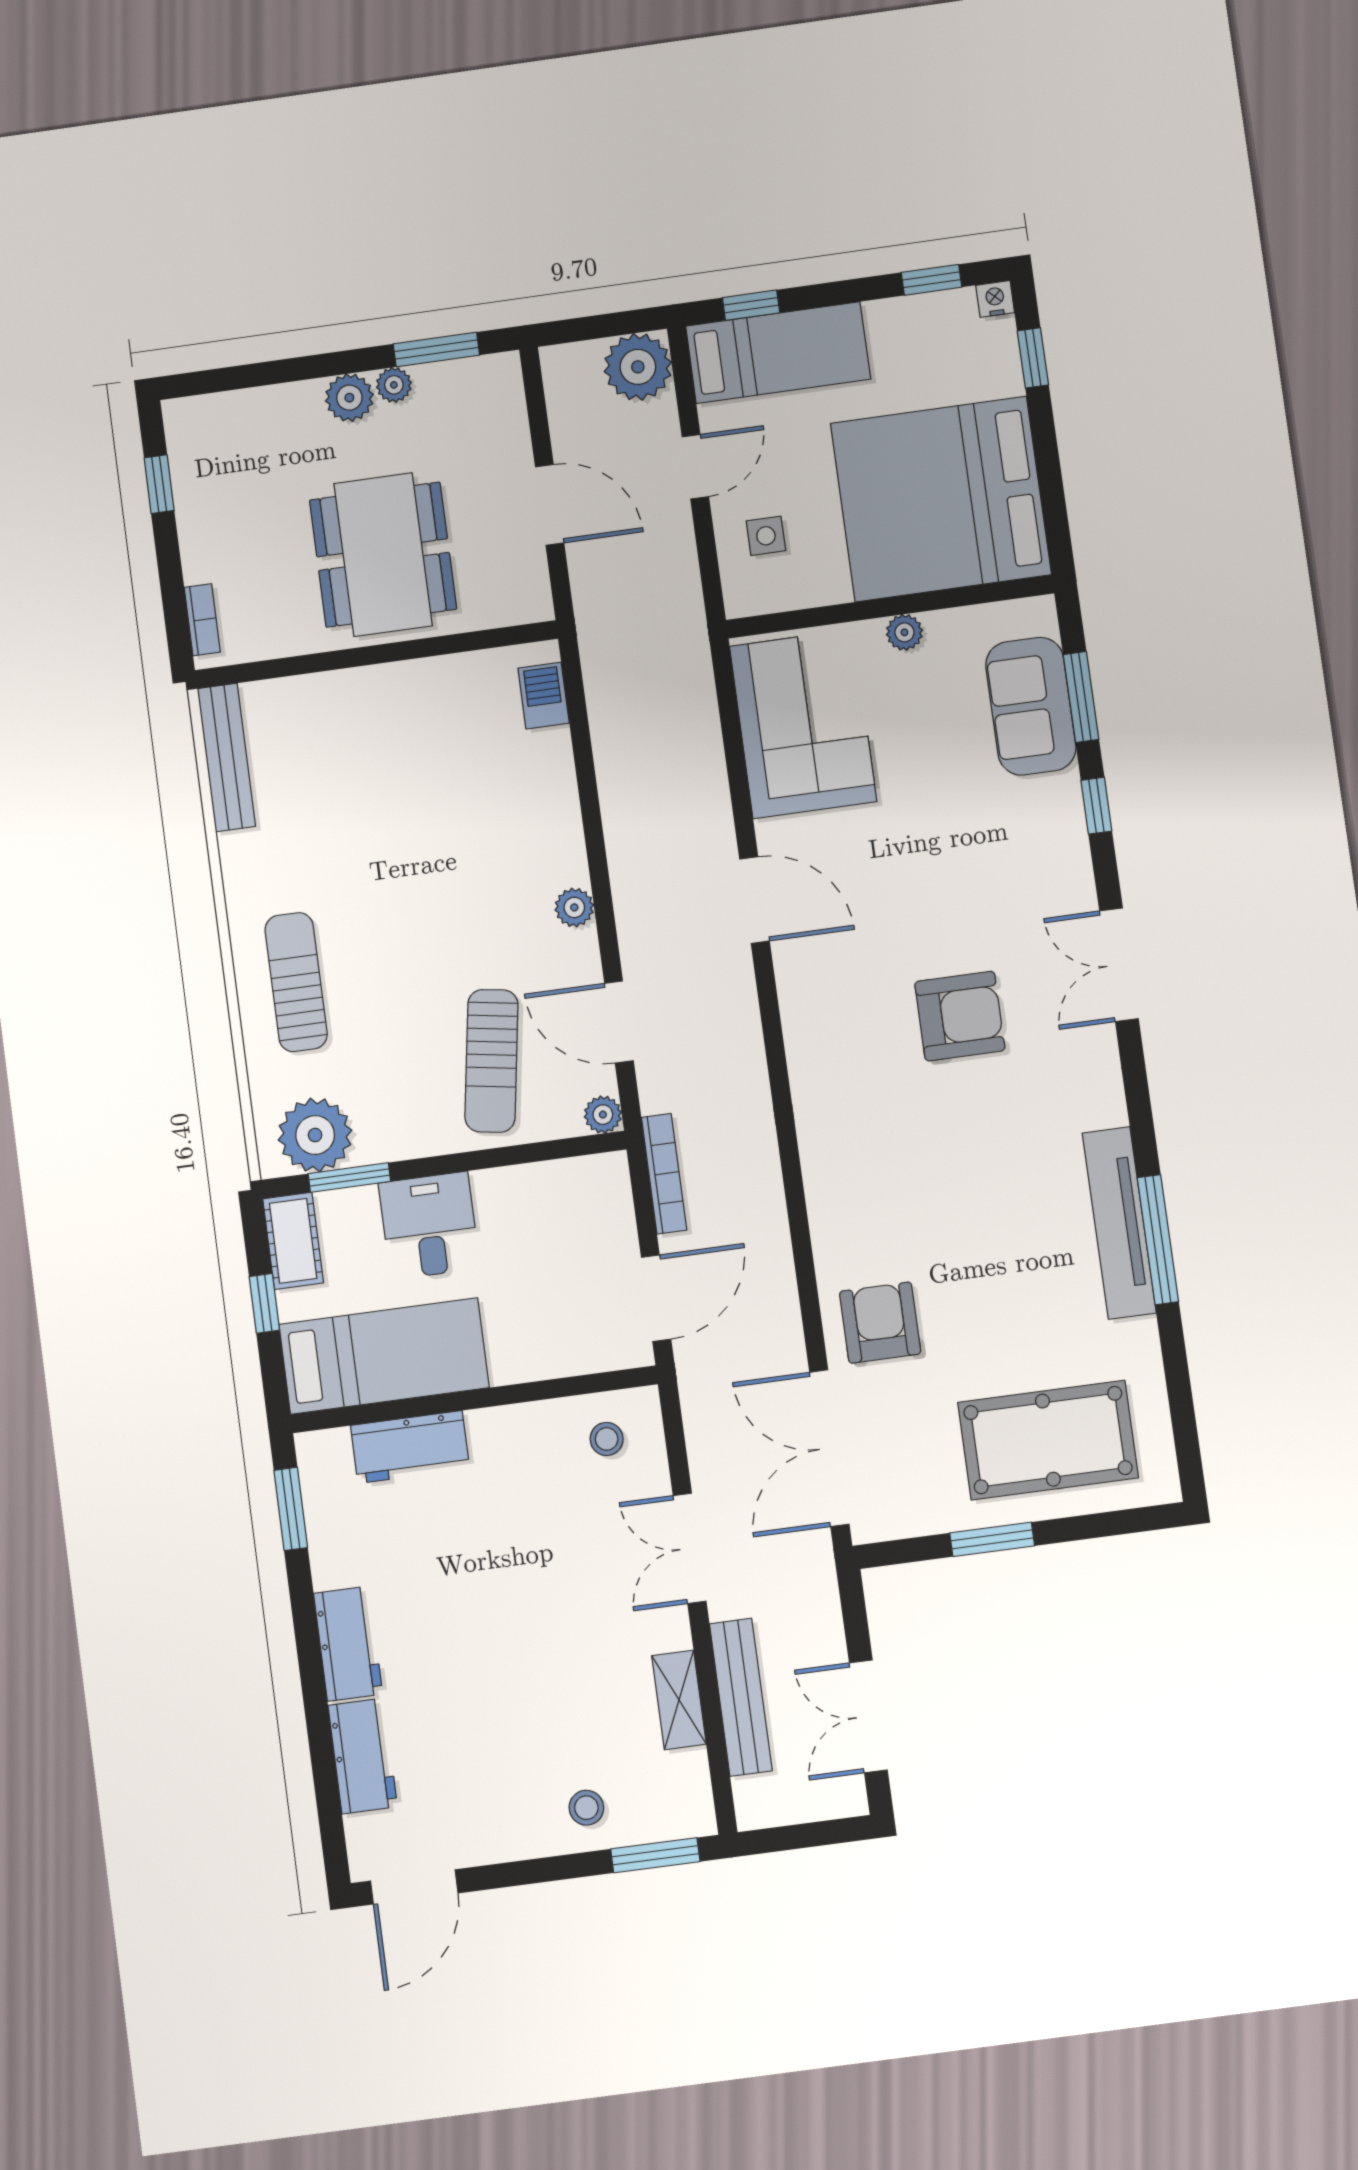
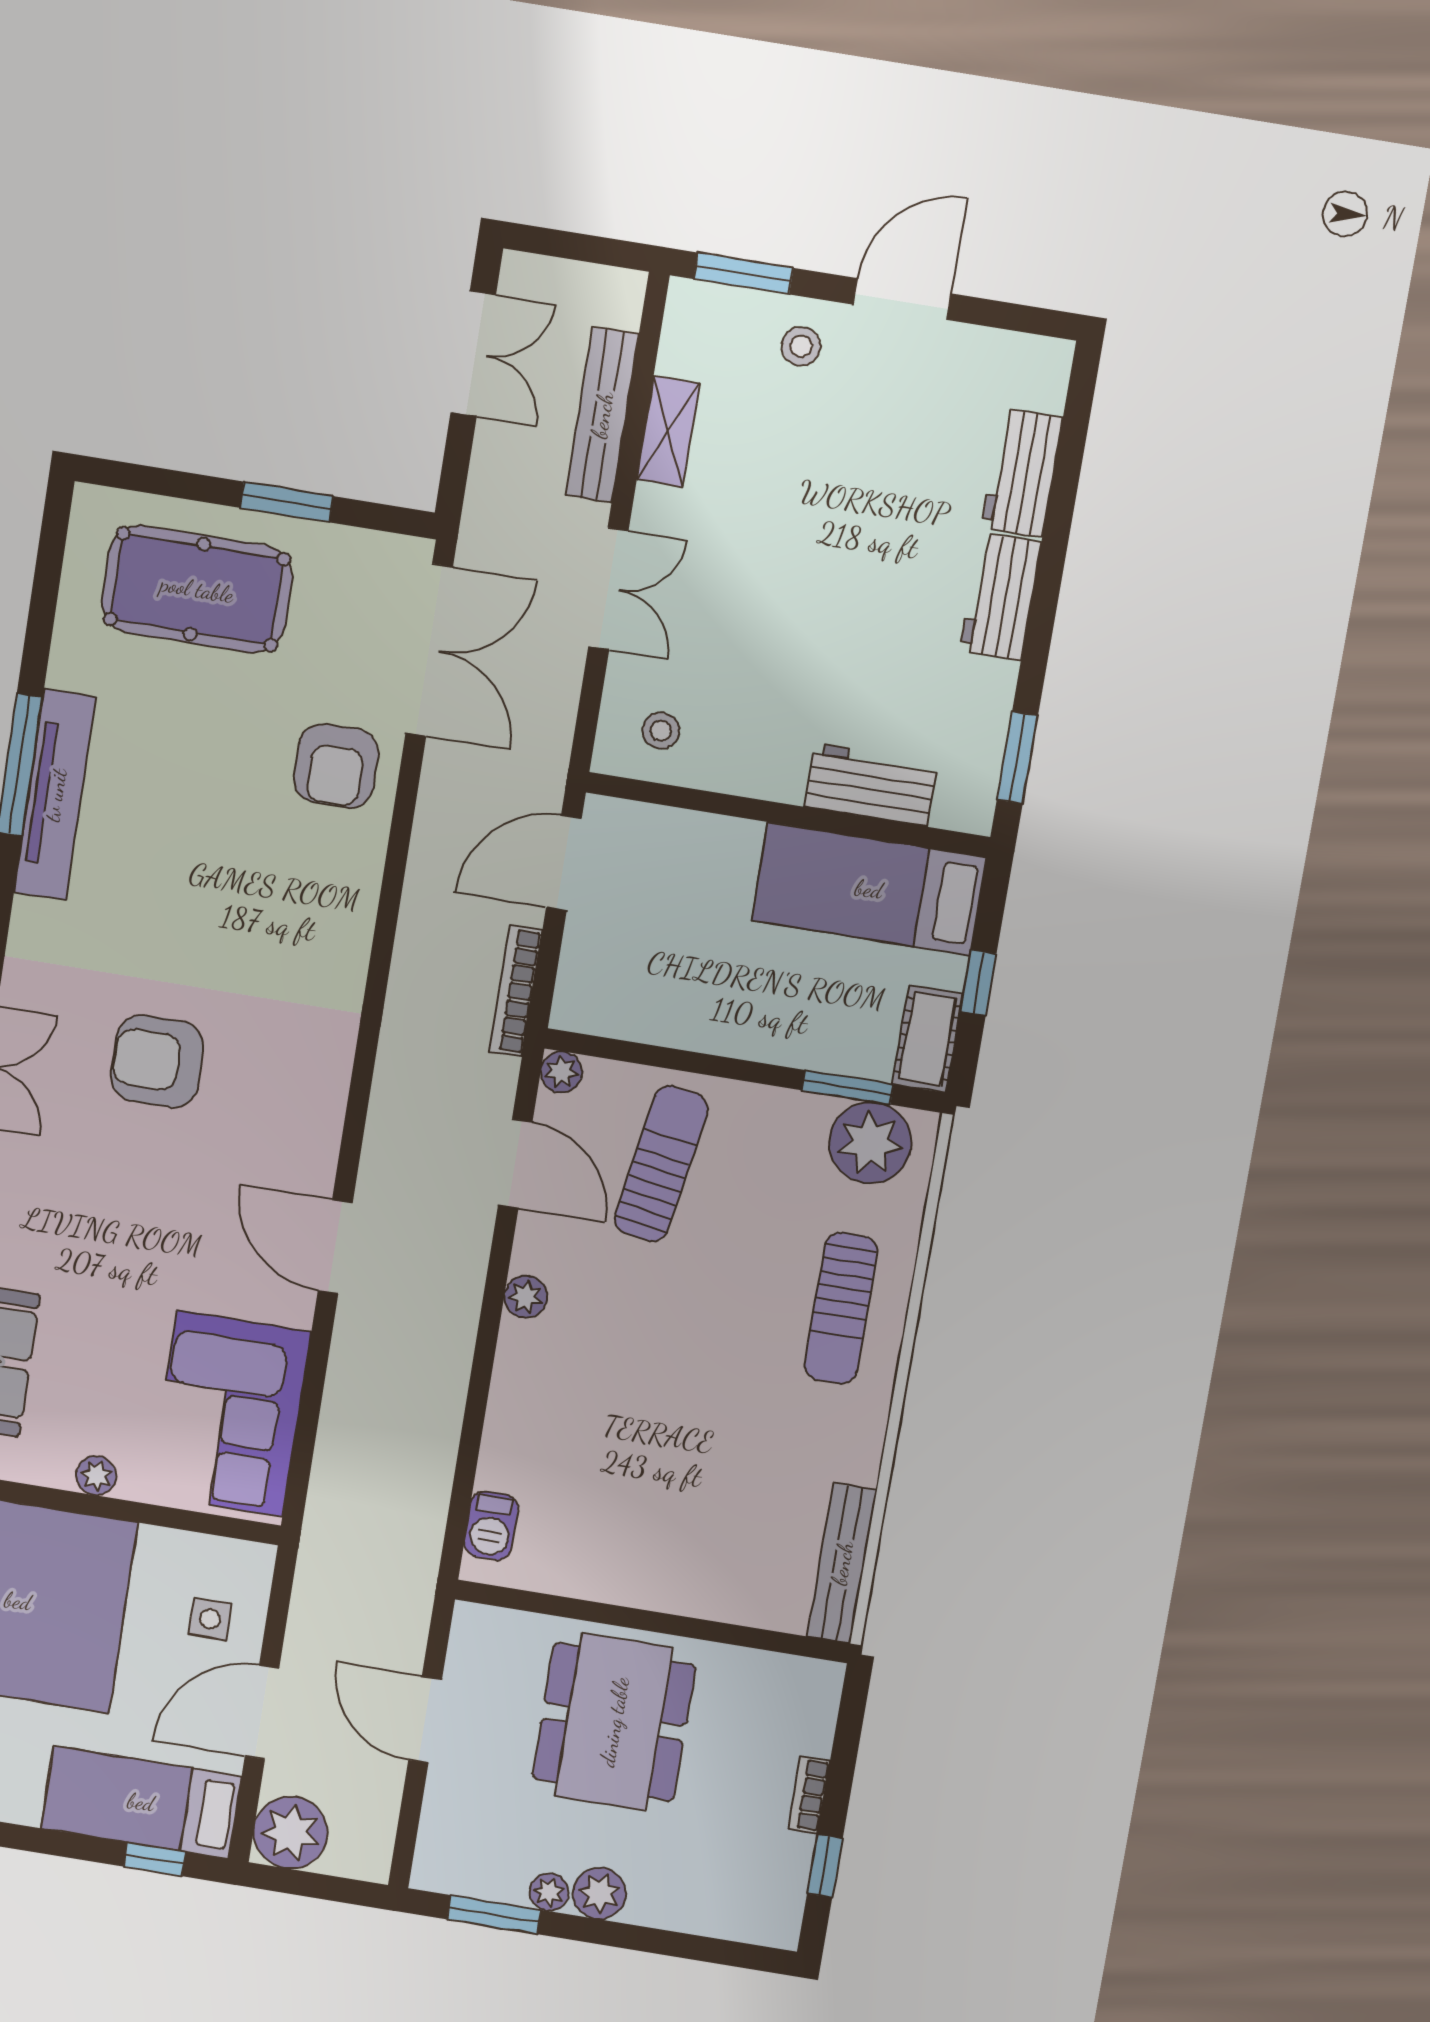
door: (695, 467) -> (262, 1712), width x1.38
bookcase: (202, 620) -> (809, 1795), moved
desk: (429, 1226) -> (779, 1011), removed
door: (414, 1887) -> (902, 299), moved

